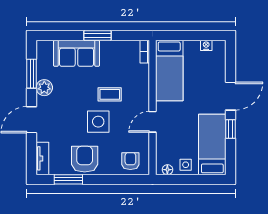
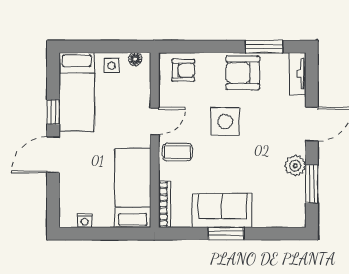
bookcase: (145, 52) -> (165, 204), width x1.56
sofa: (76, 53) -> (222, 210), moved
coffee table: (110, 94) -> (177, 152), moved
armchair: (85, 159) -> (243, 73), turned 90
armchair: (130, 161) -> (183, 70), turned -90

